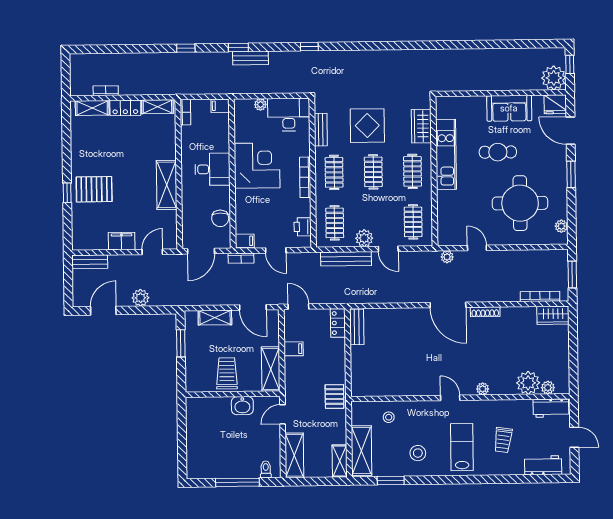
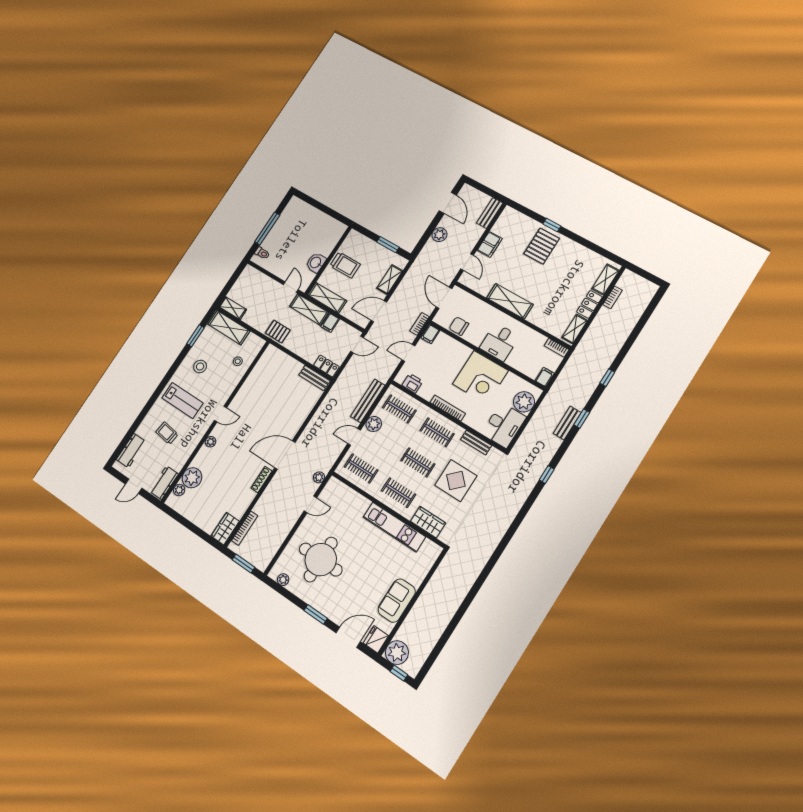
plant: (260, 104) -> (524, 402), width x1.88, depth x1.88
cafe table: (498, 152) -> (370, 569), removed
shelving: (294, 455) -> (309, 310), moved

